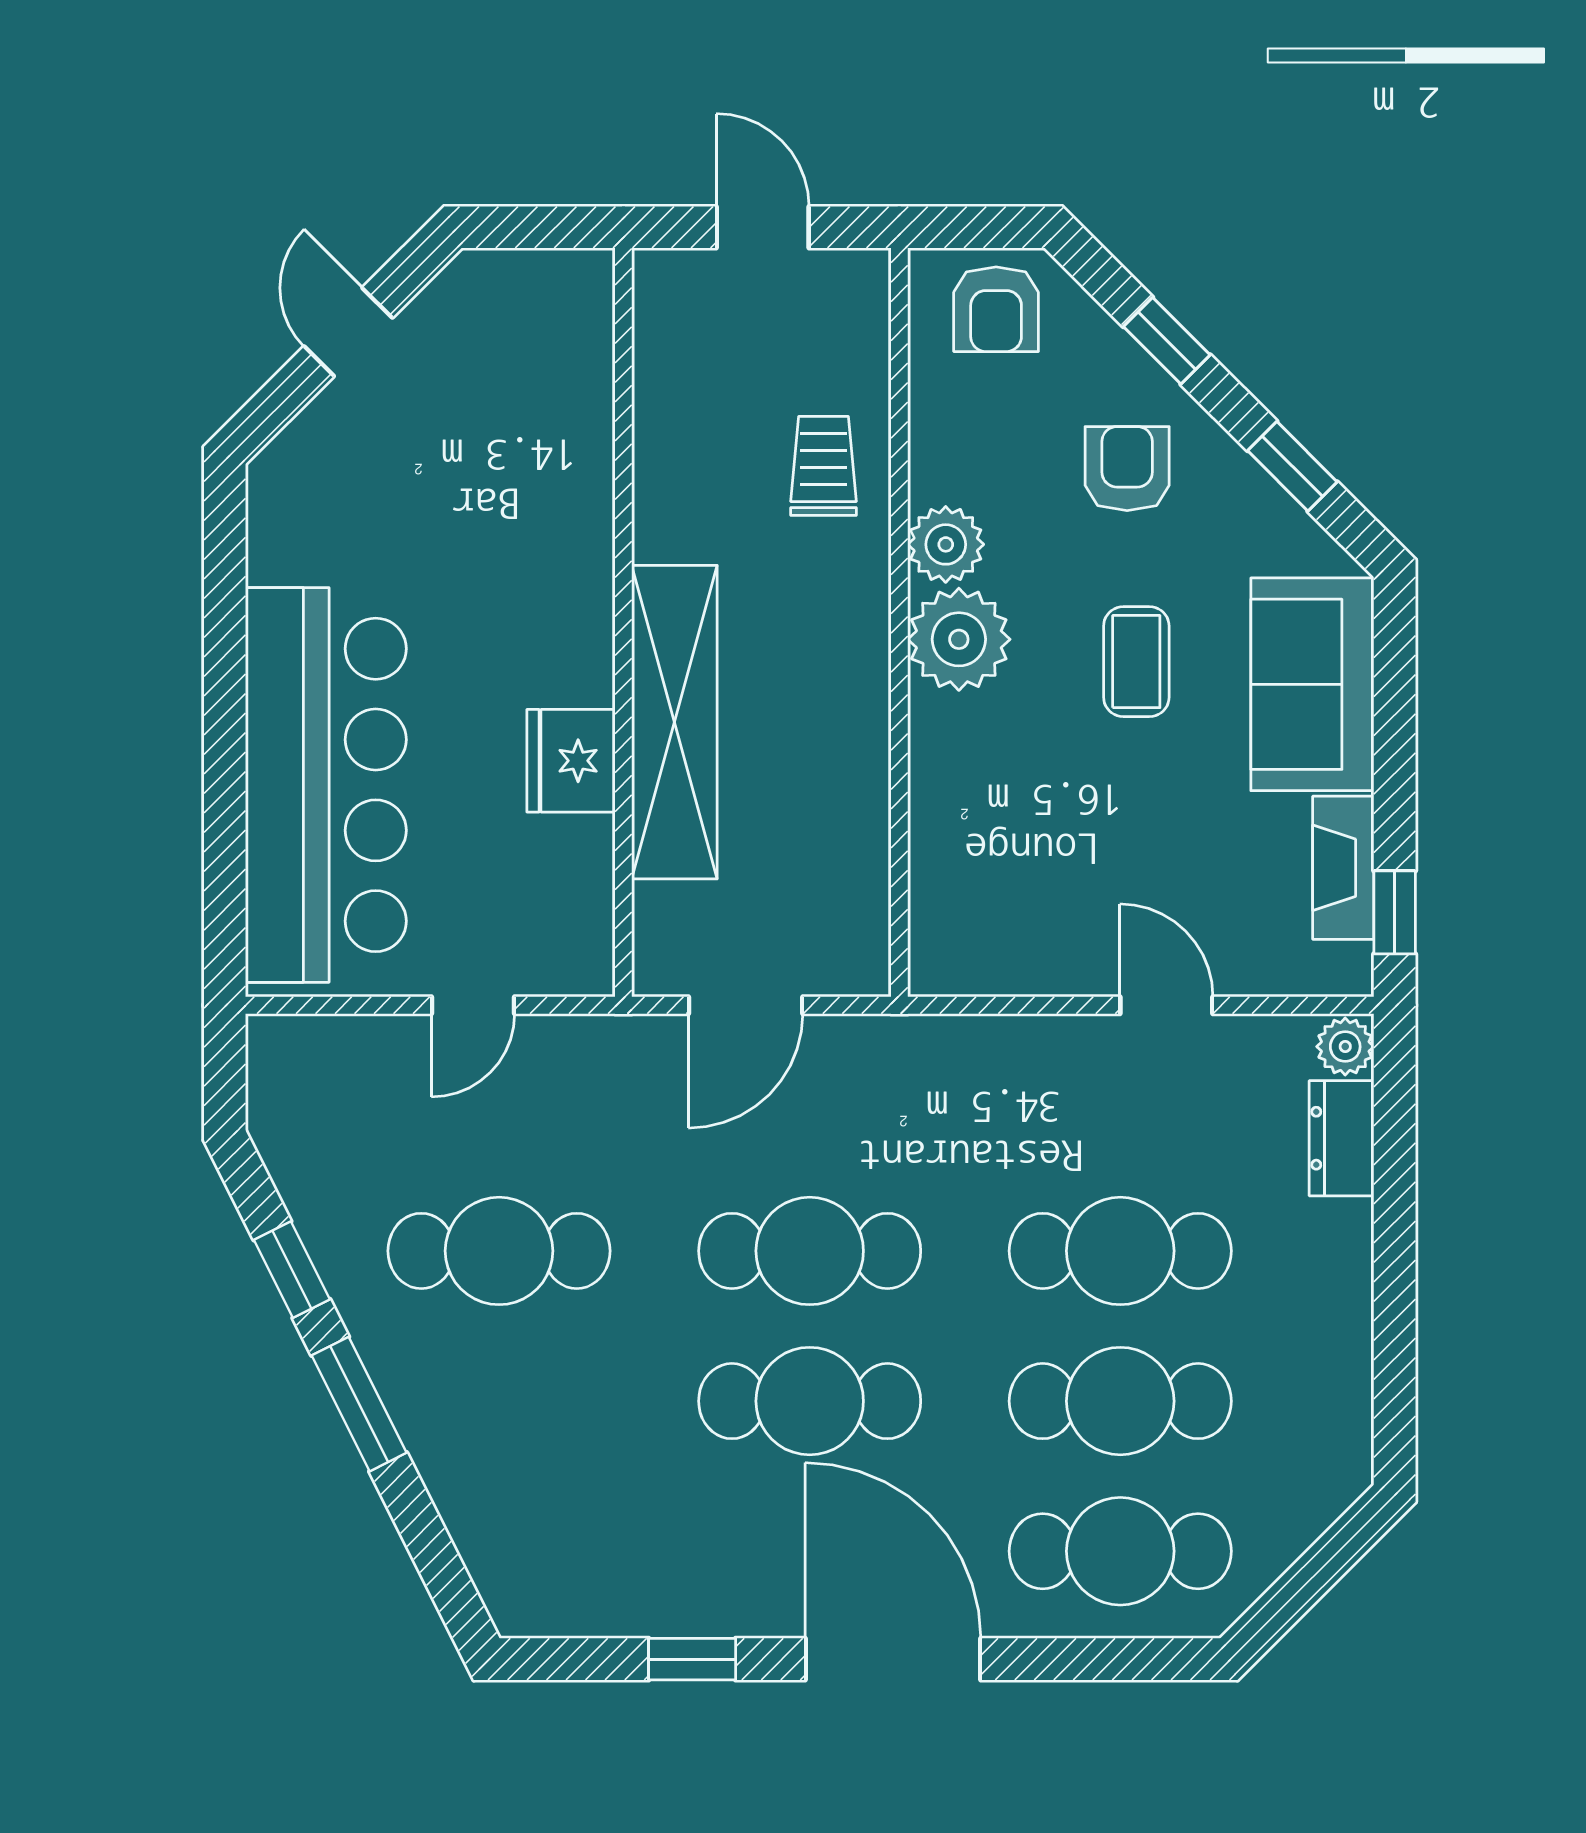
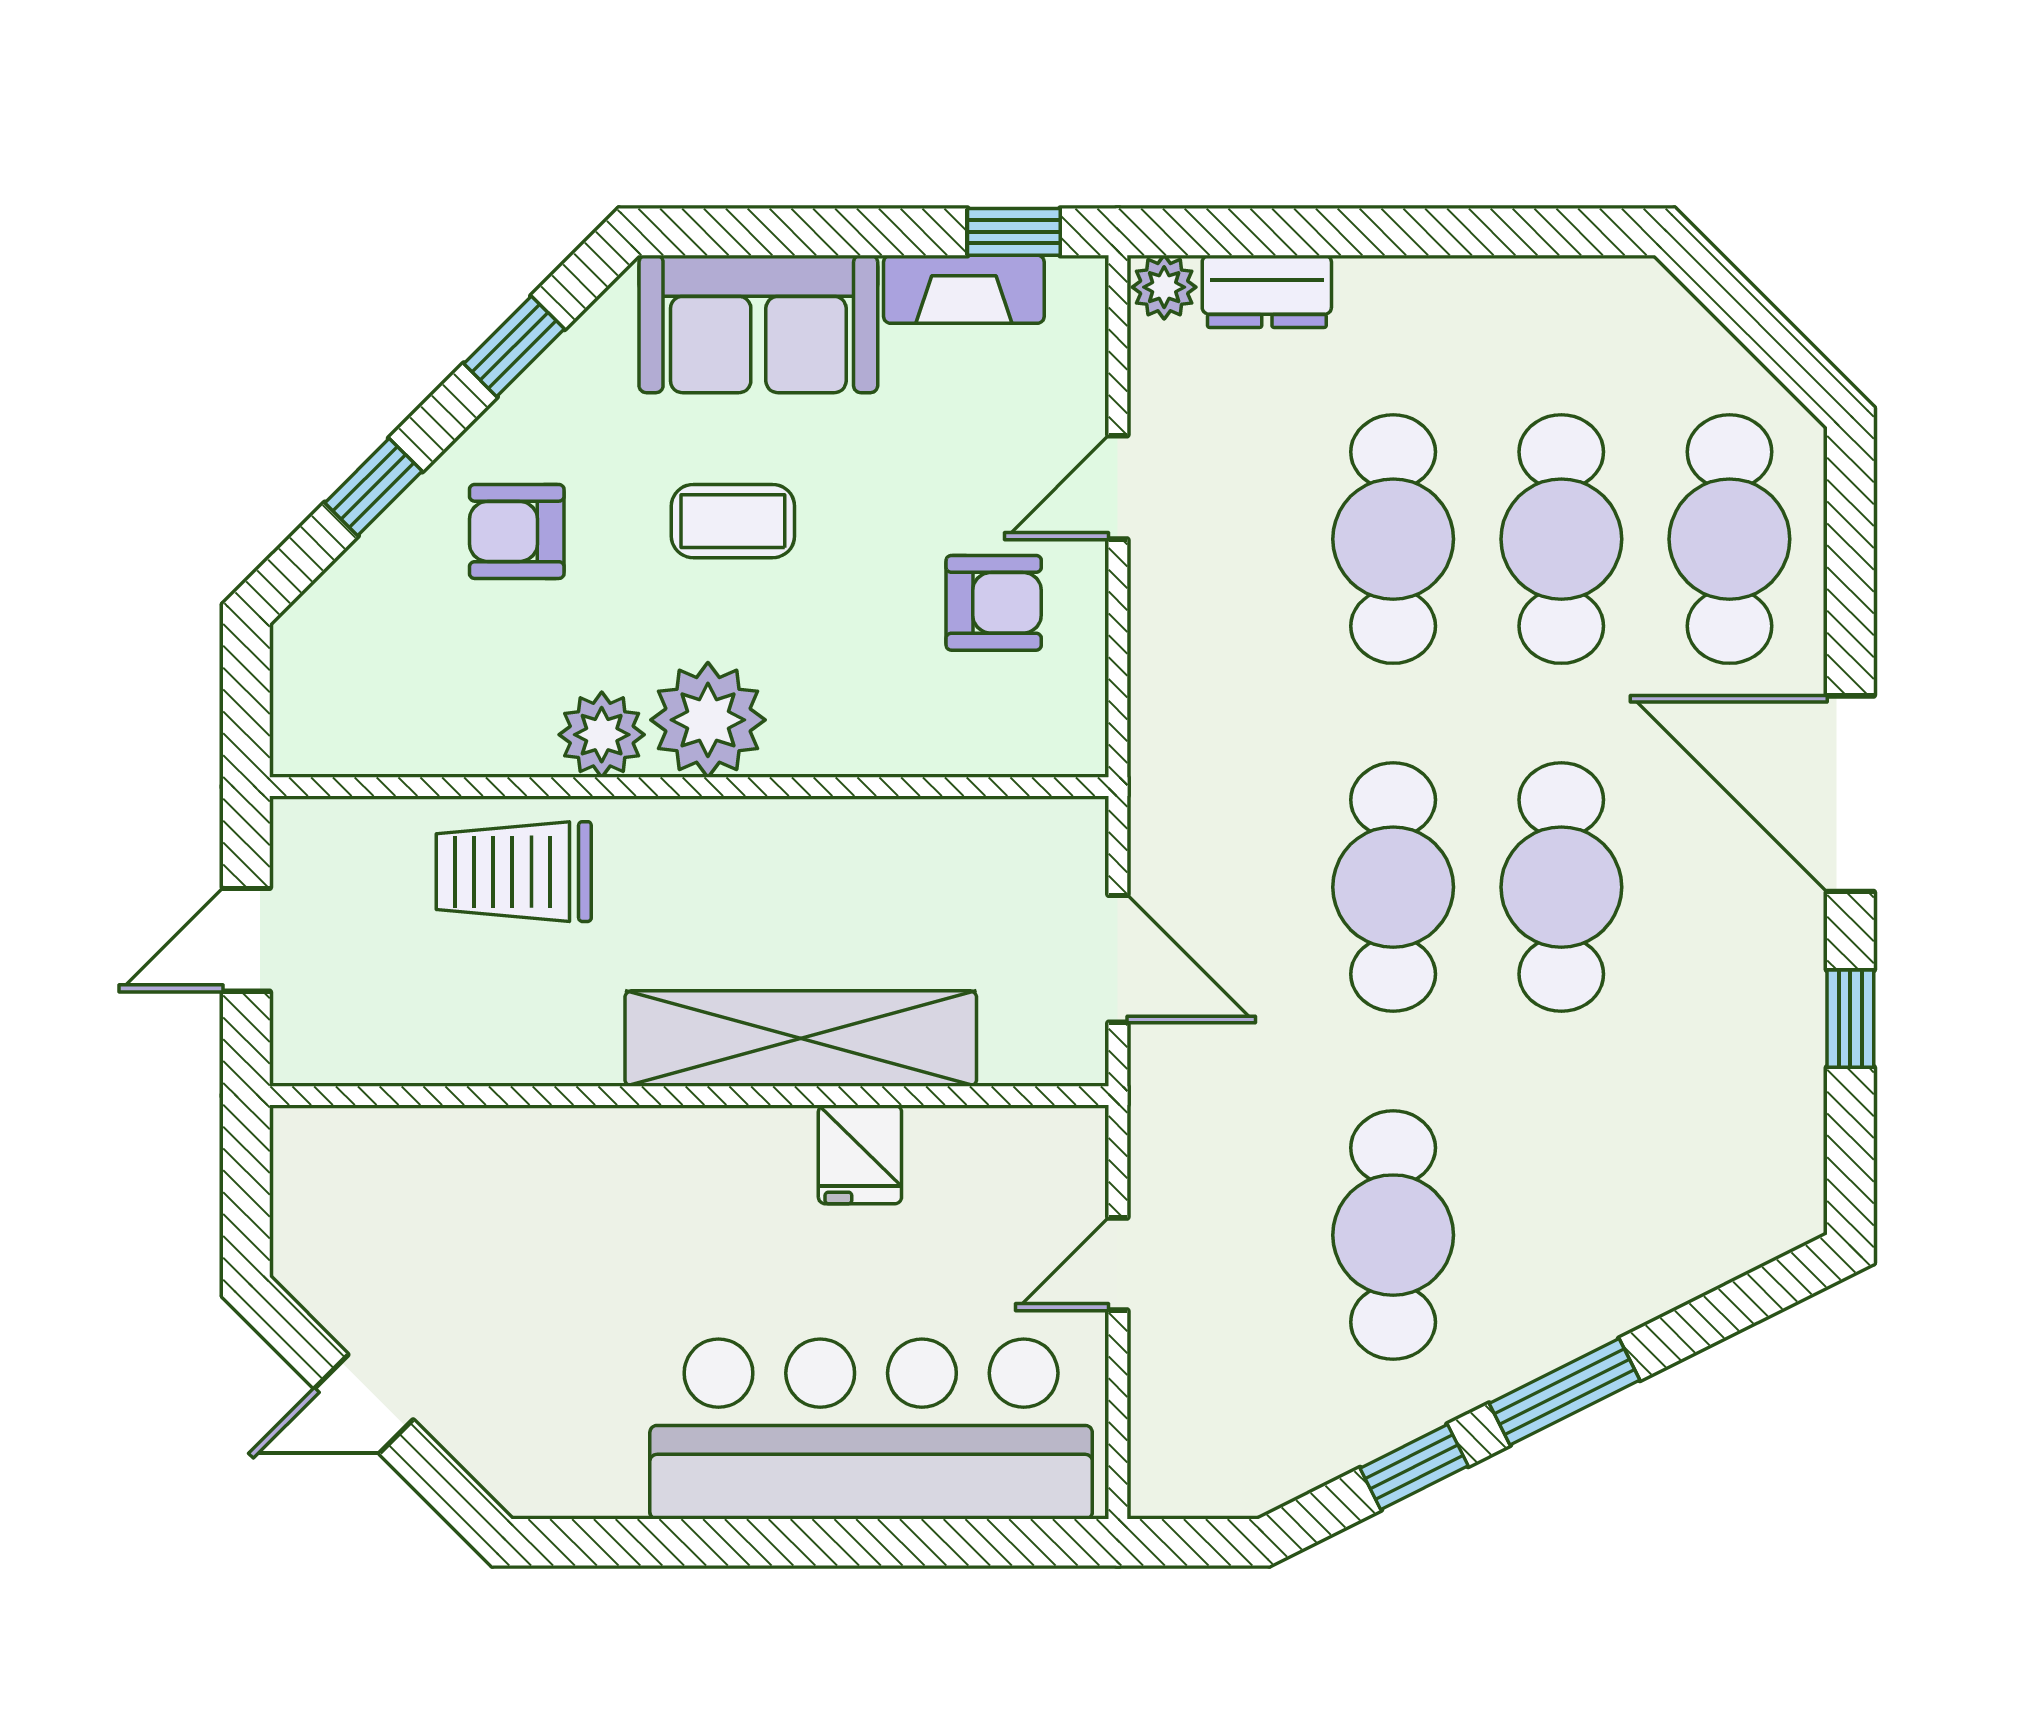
armchair: (996, 309) -> (994, 603), moved
trolley: (823, 466) -> (514, 872), width x1.36, depth x1.39
fridge: (571, 761) -> (860, 1154), width x0.72
door: (473, 1005) -> (1118, 1264), swing flipped
door: (893, 1659) -> (1850, 794), hinge flipped

